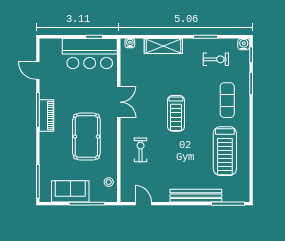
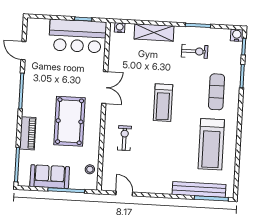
exercise bike: (216, 59) -> (195, 51), moved
piano: (47, 116) -> (28, 133), moved
bench: (196, 196) -> (199, 189), moved

